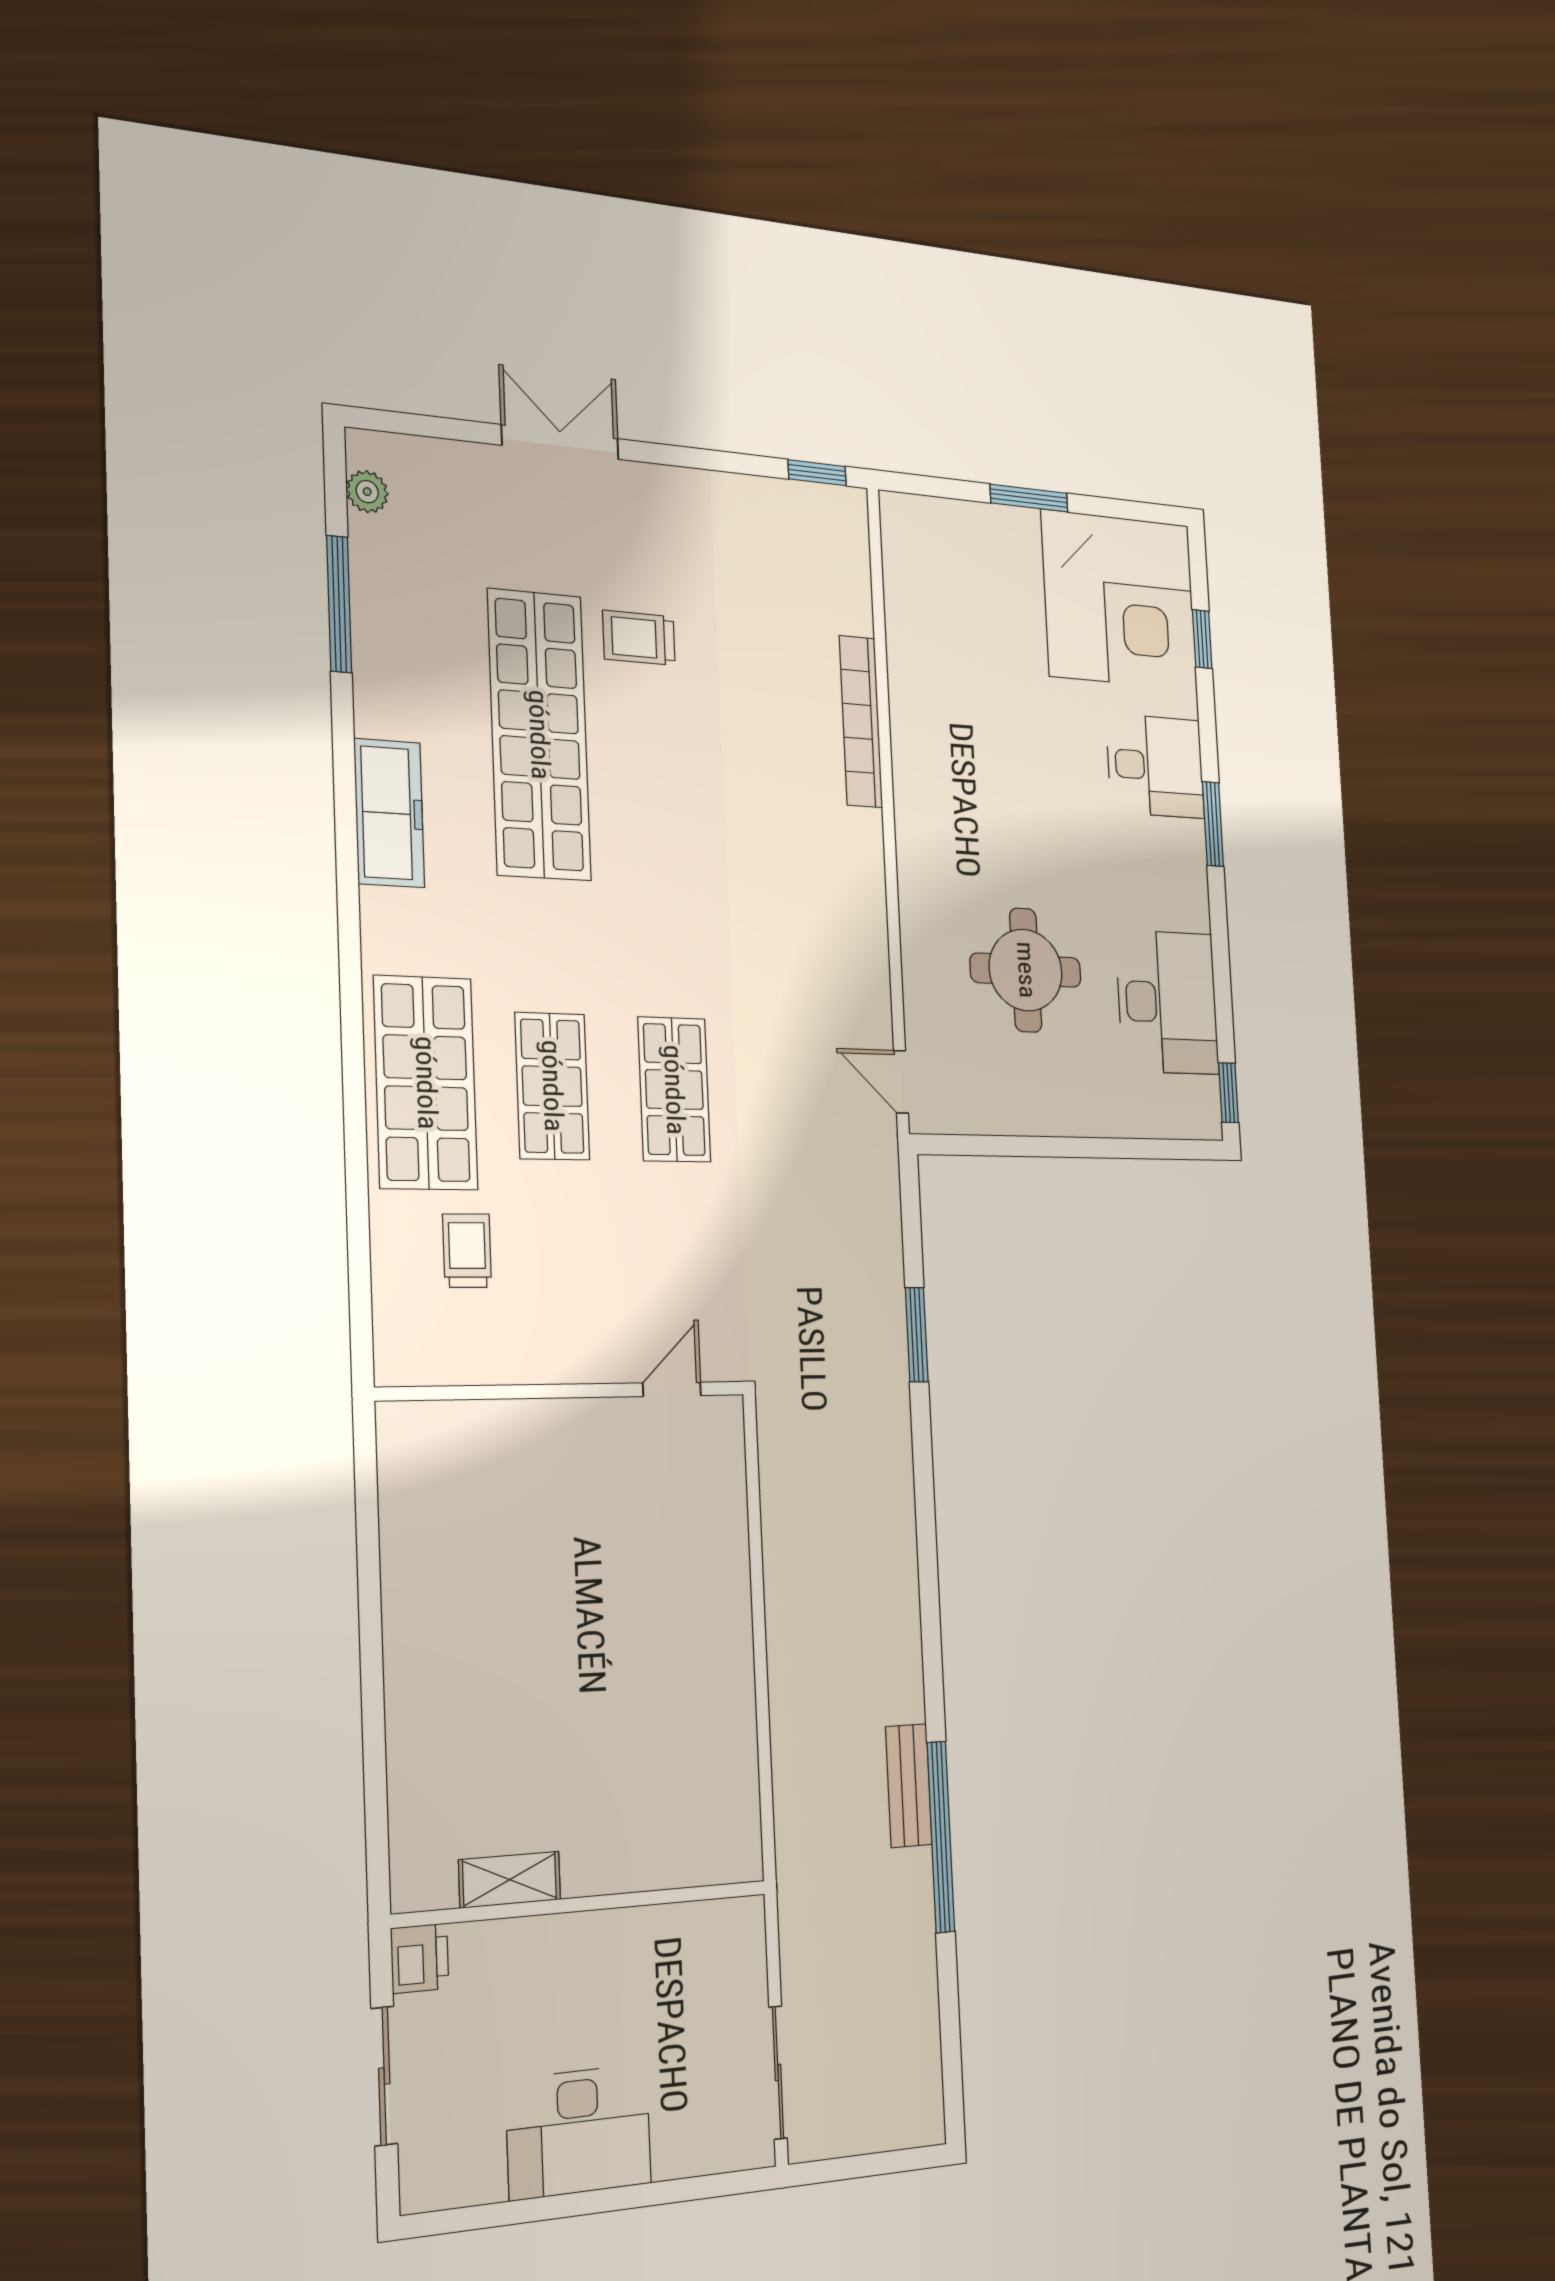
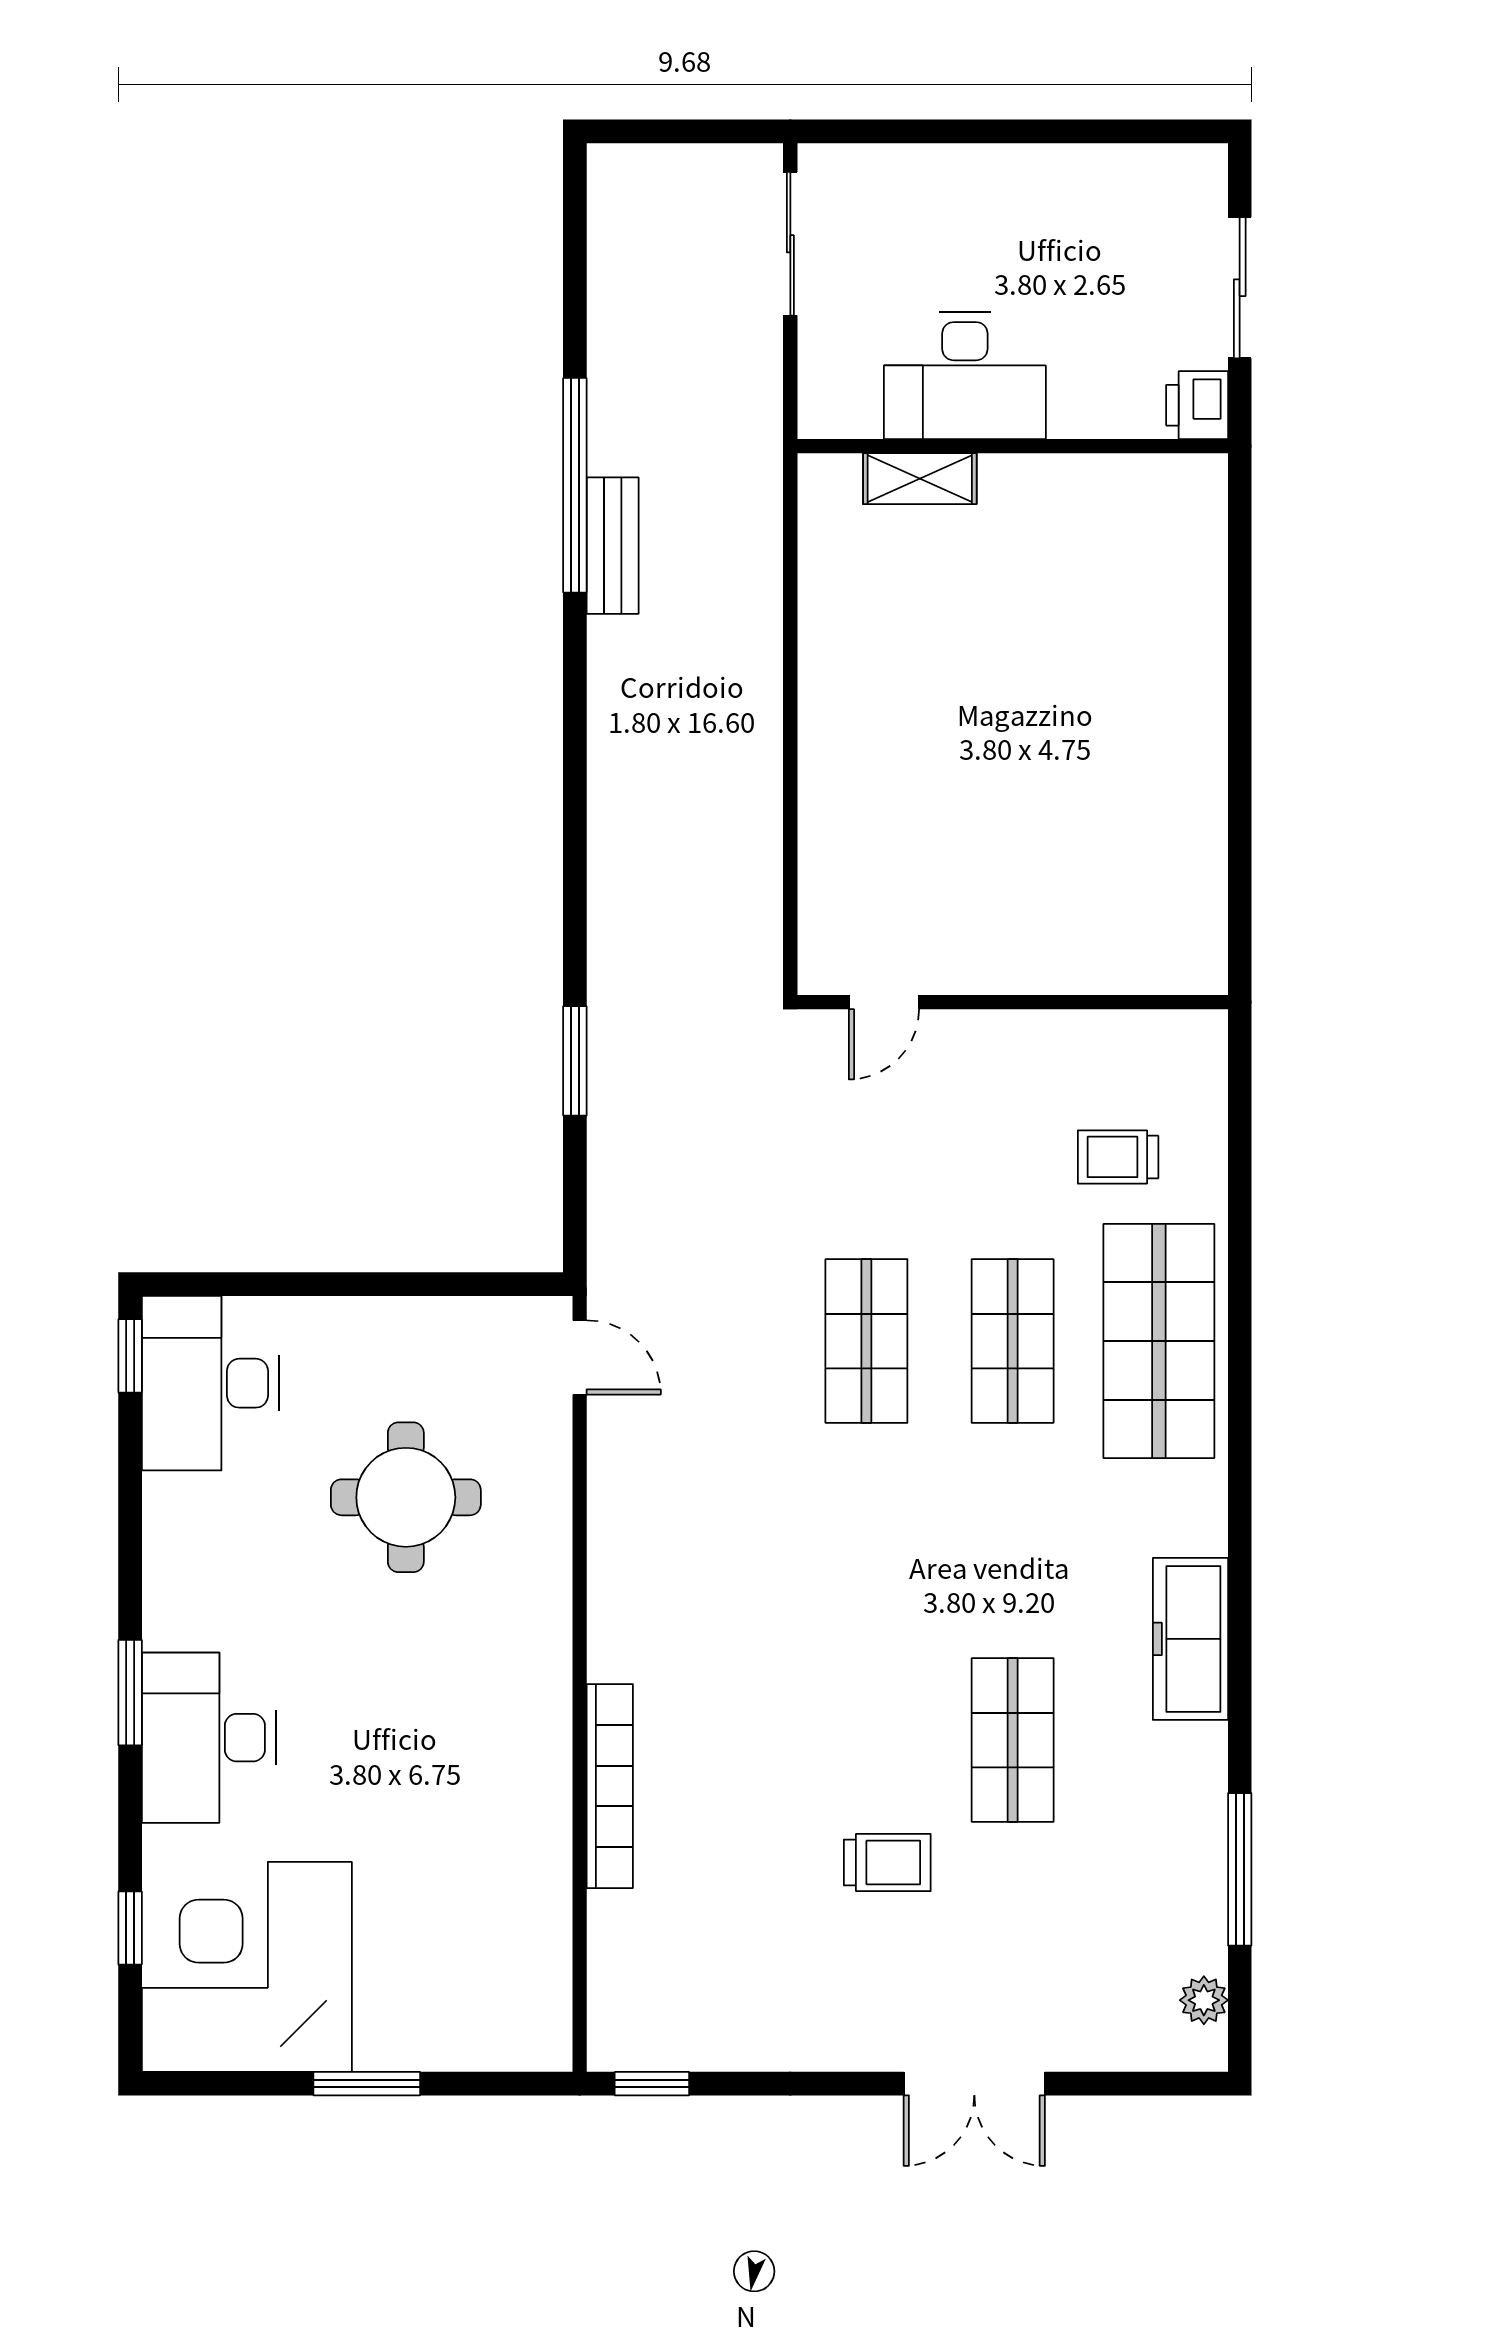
shop shelf: (539, 735) -> (1013, 1740), width x0.50, depth x0.74
desk: (1155, 766) -> (209, 1738), width x1.37
desk: (1167, 1002) -> (210, 1383), moved
trolley: (467, 1251) -> (1118, 1157), turned 90
shelving: (510, 1880) -> (920, 479), moved
desk: (579, 2132) -> (965, 376), moved, turned 180

